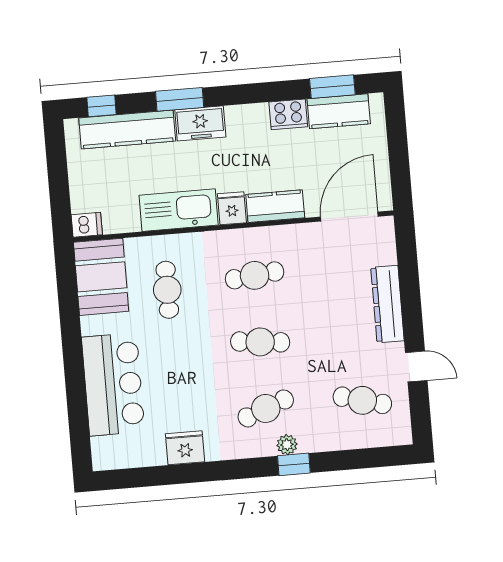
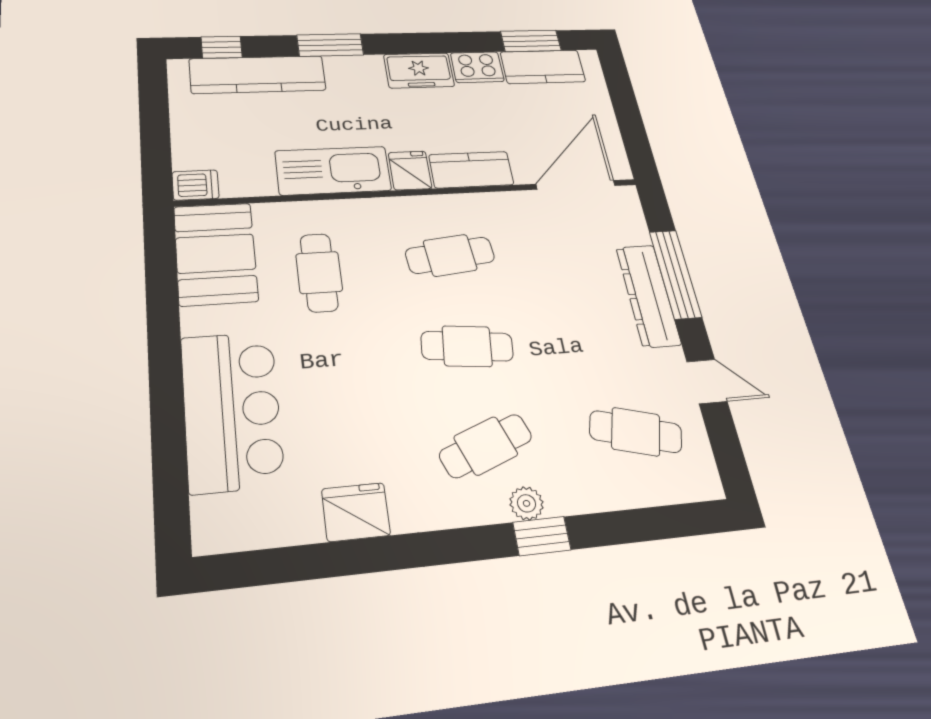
freezer: (200, 123) -> (419, 70), moved
window: (410, 287) -> (675, 274), added

